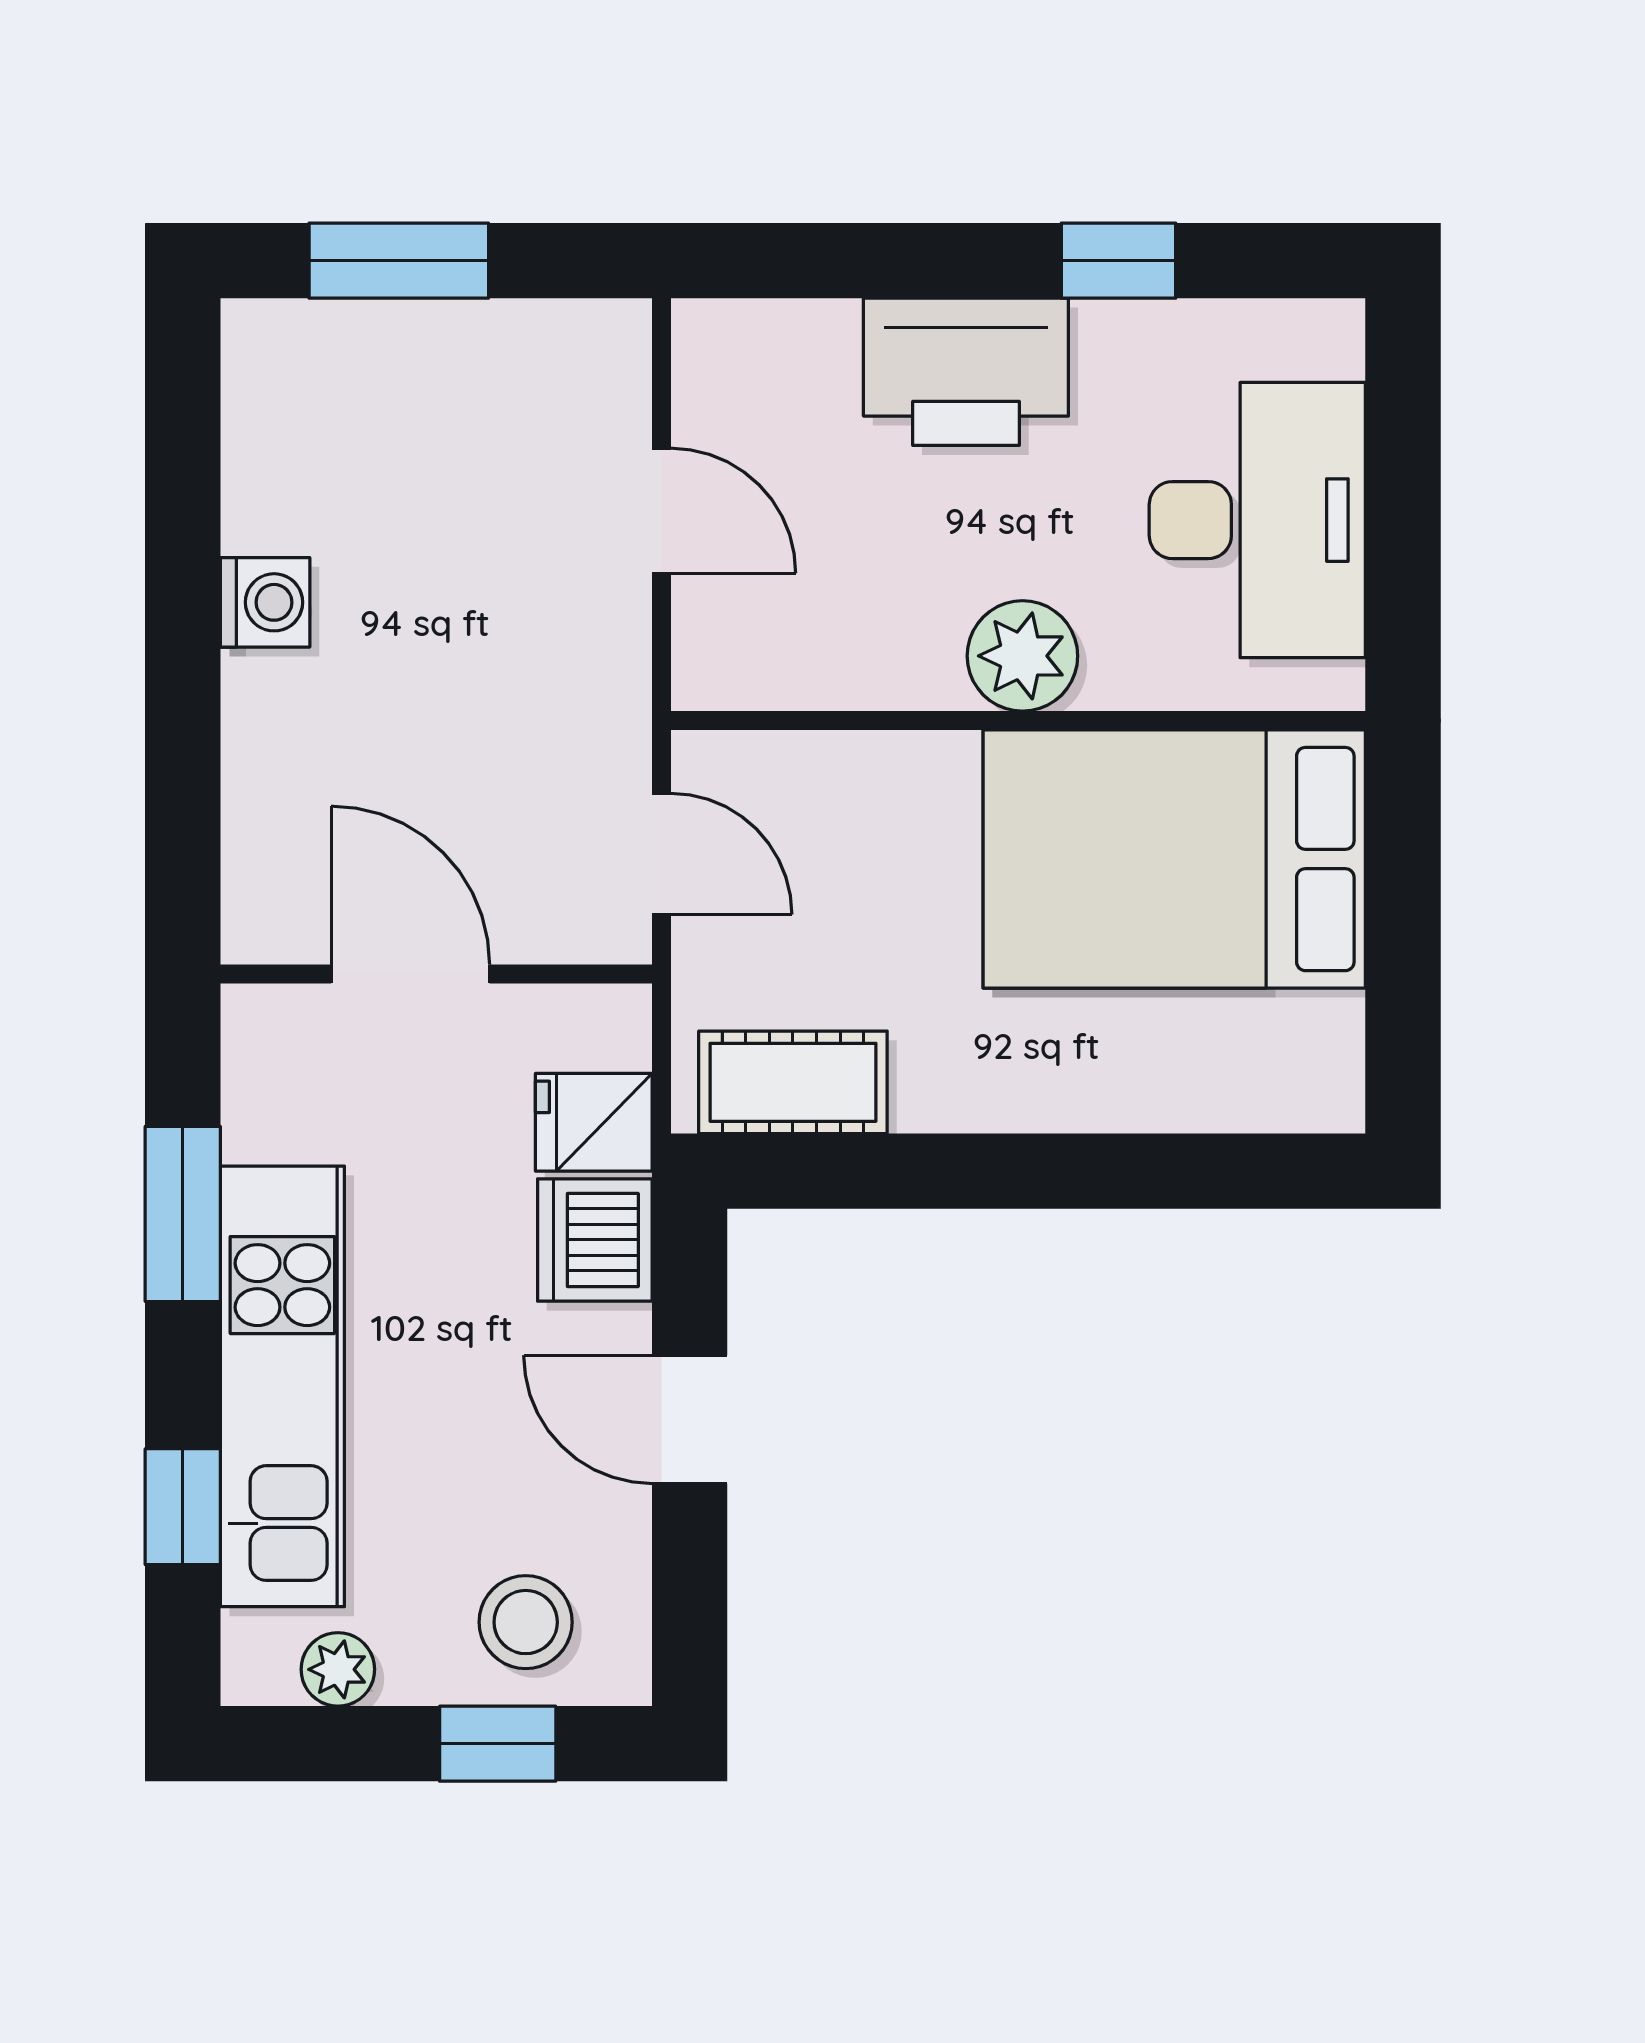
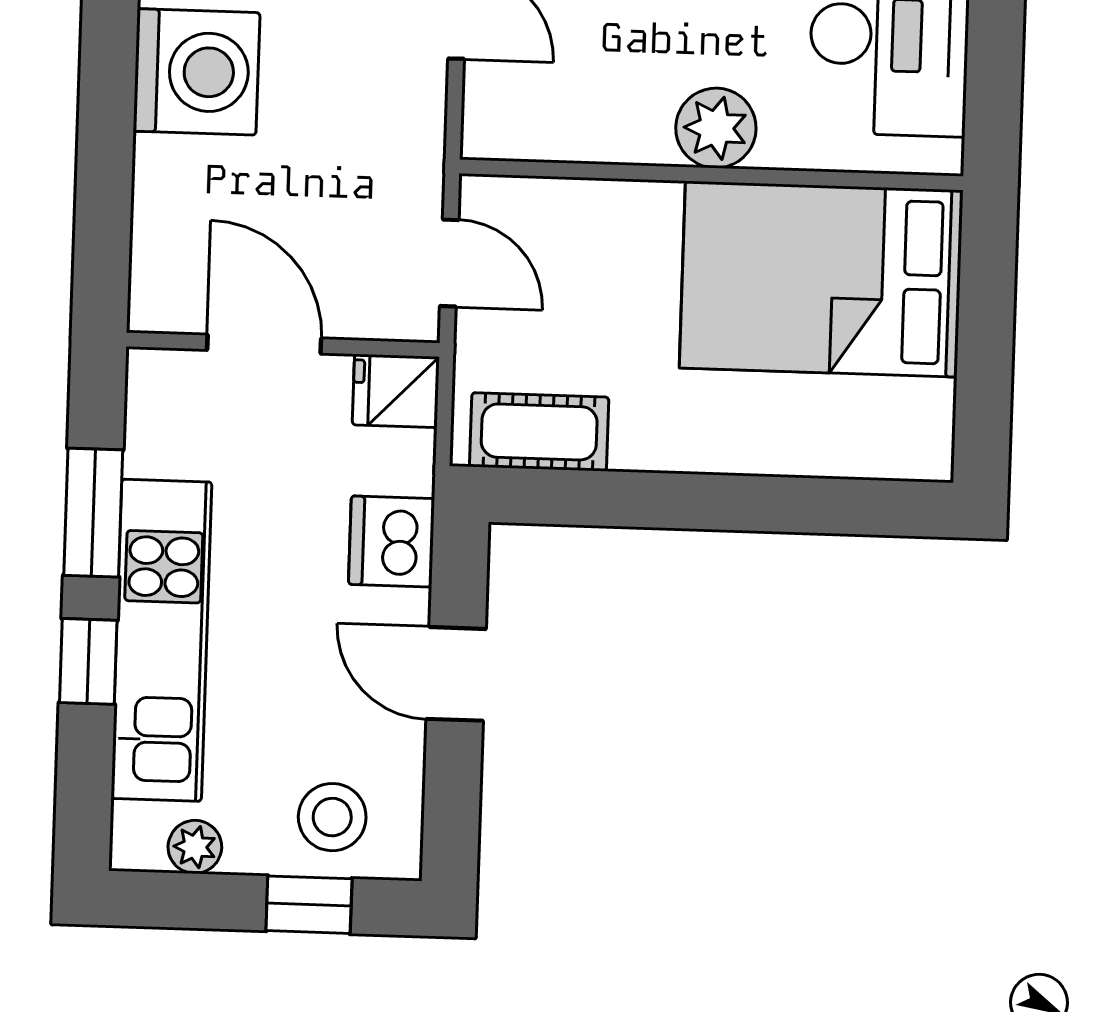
washing machine: (265, 602) -> (197, 72), width x1.89, depth x1.89
fridge: (594, 1122) -> (396, 391), moved
window: (183, 1507) -> (88, 661), moved

